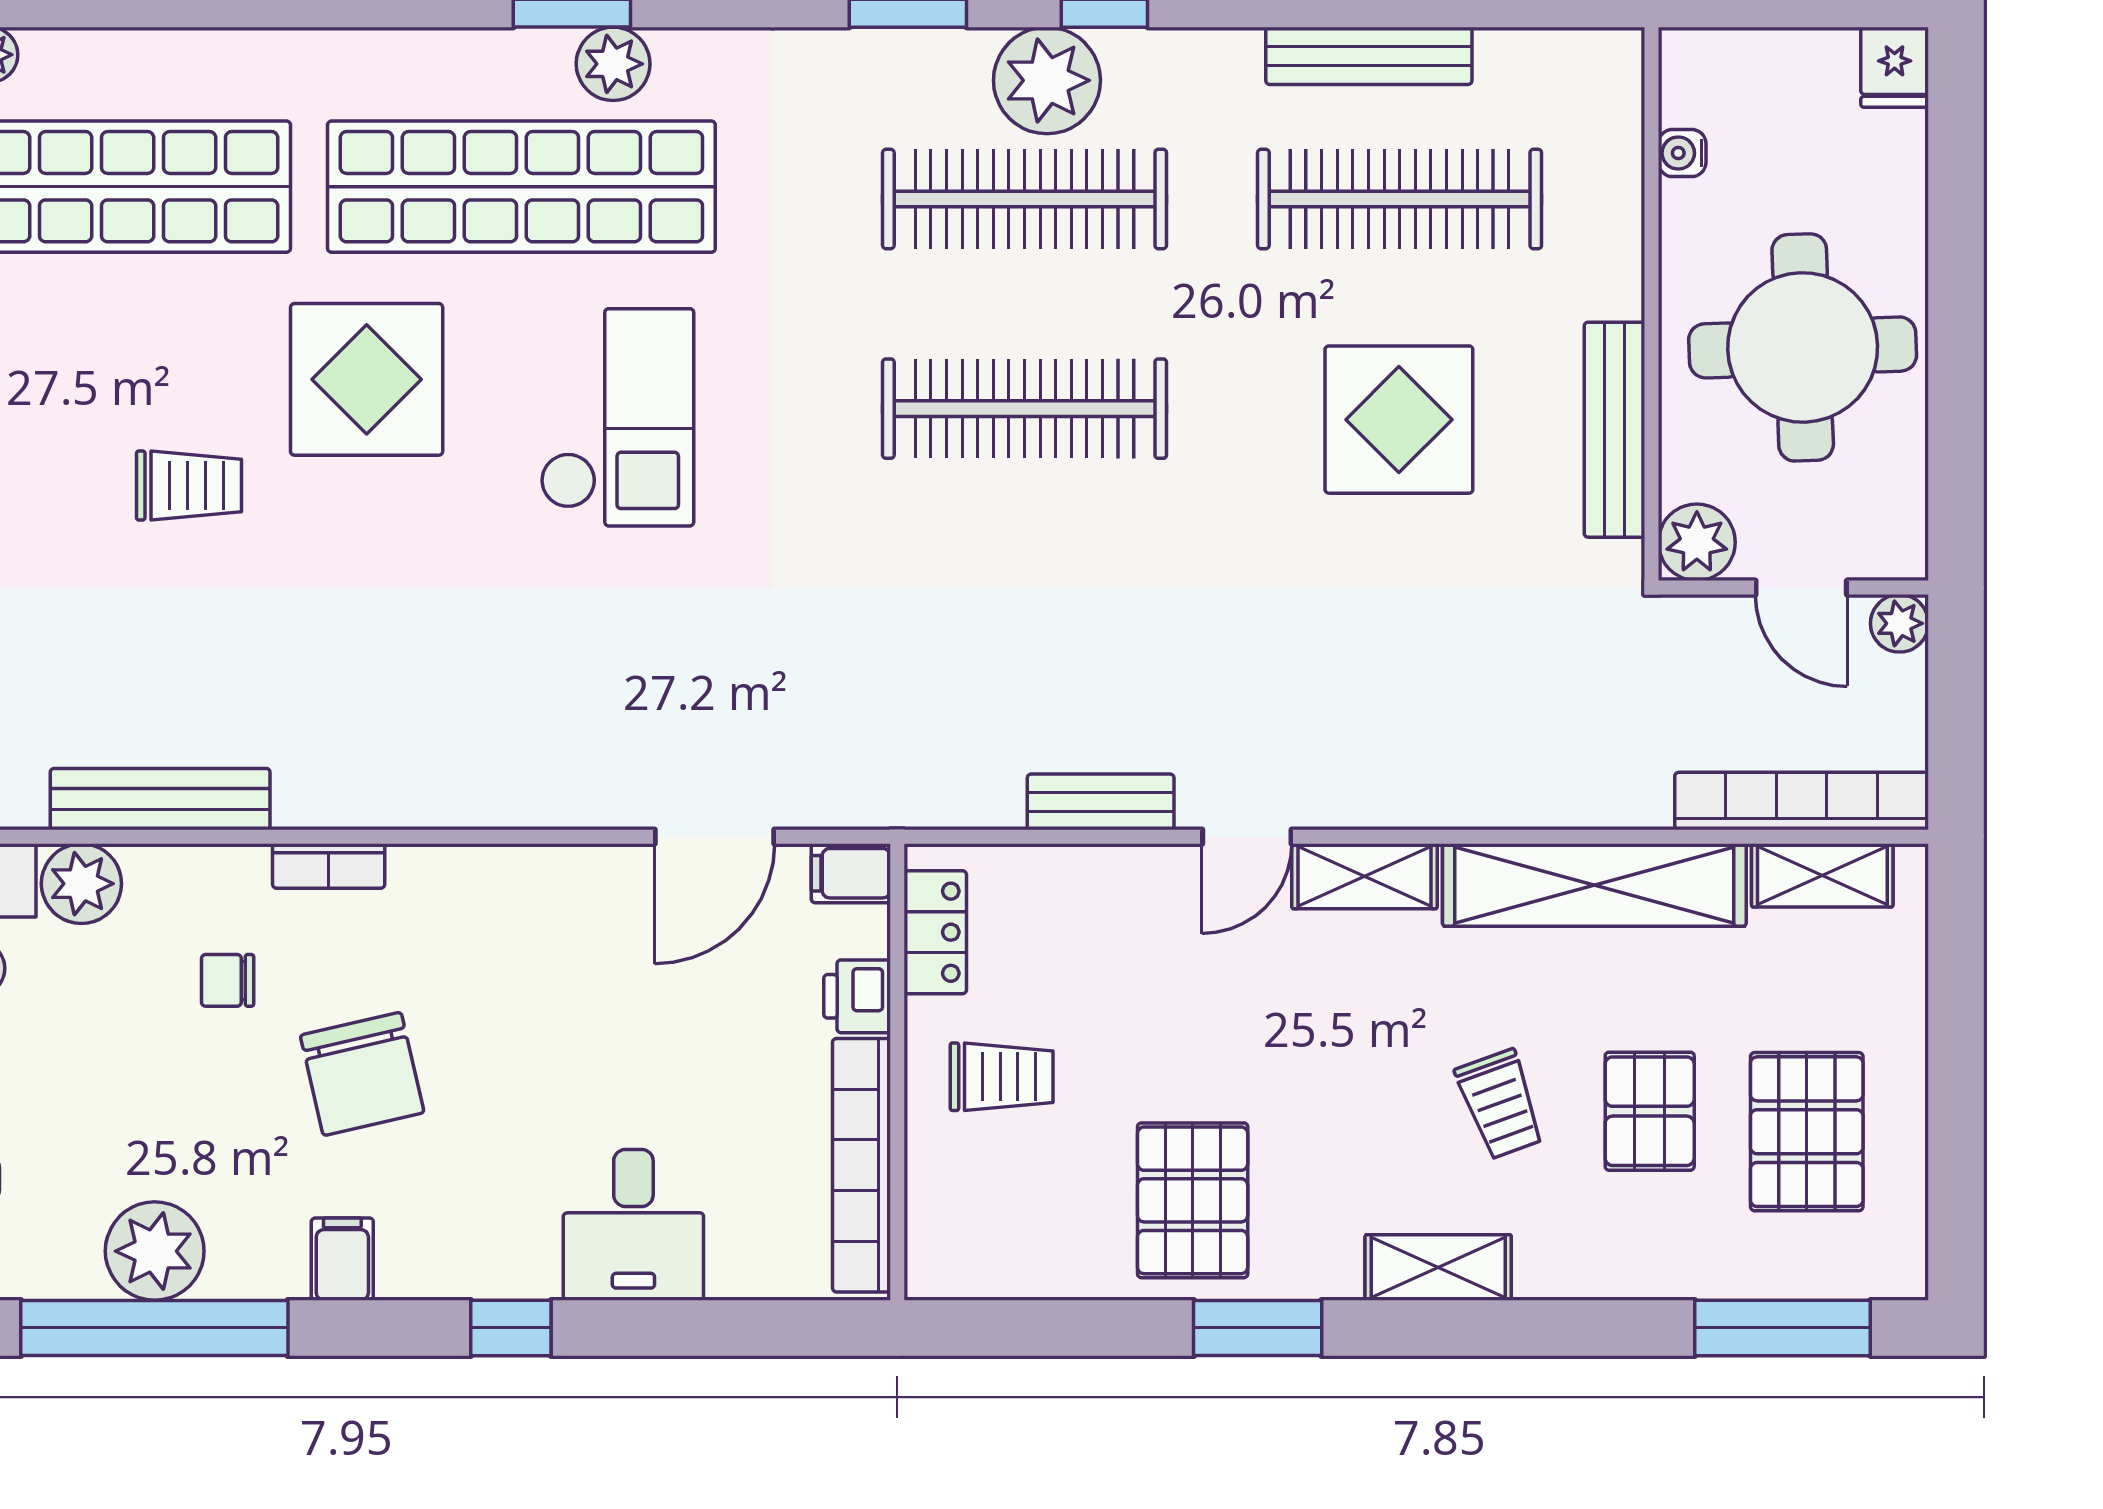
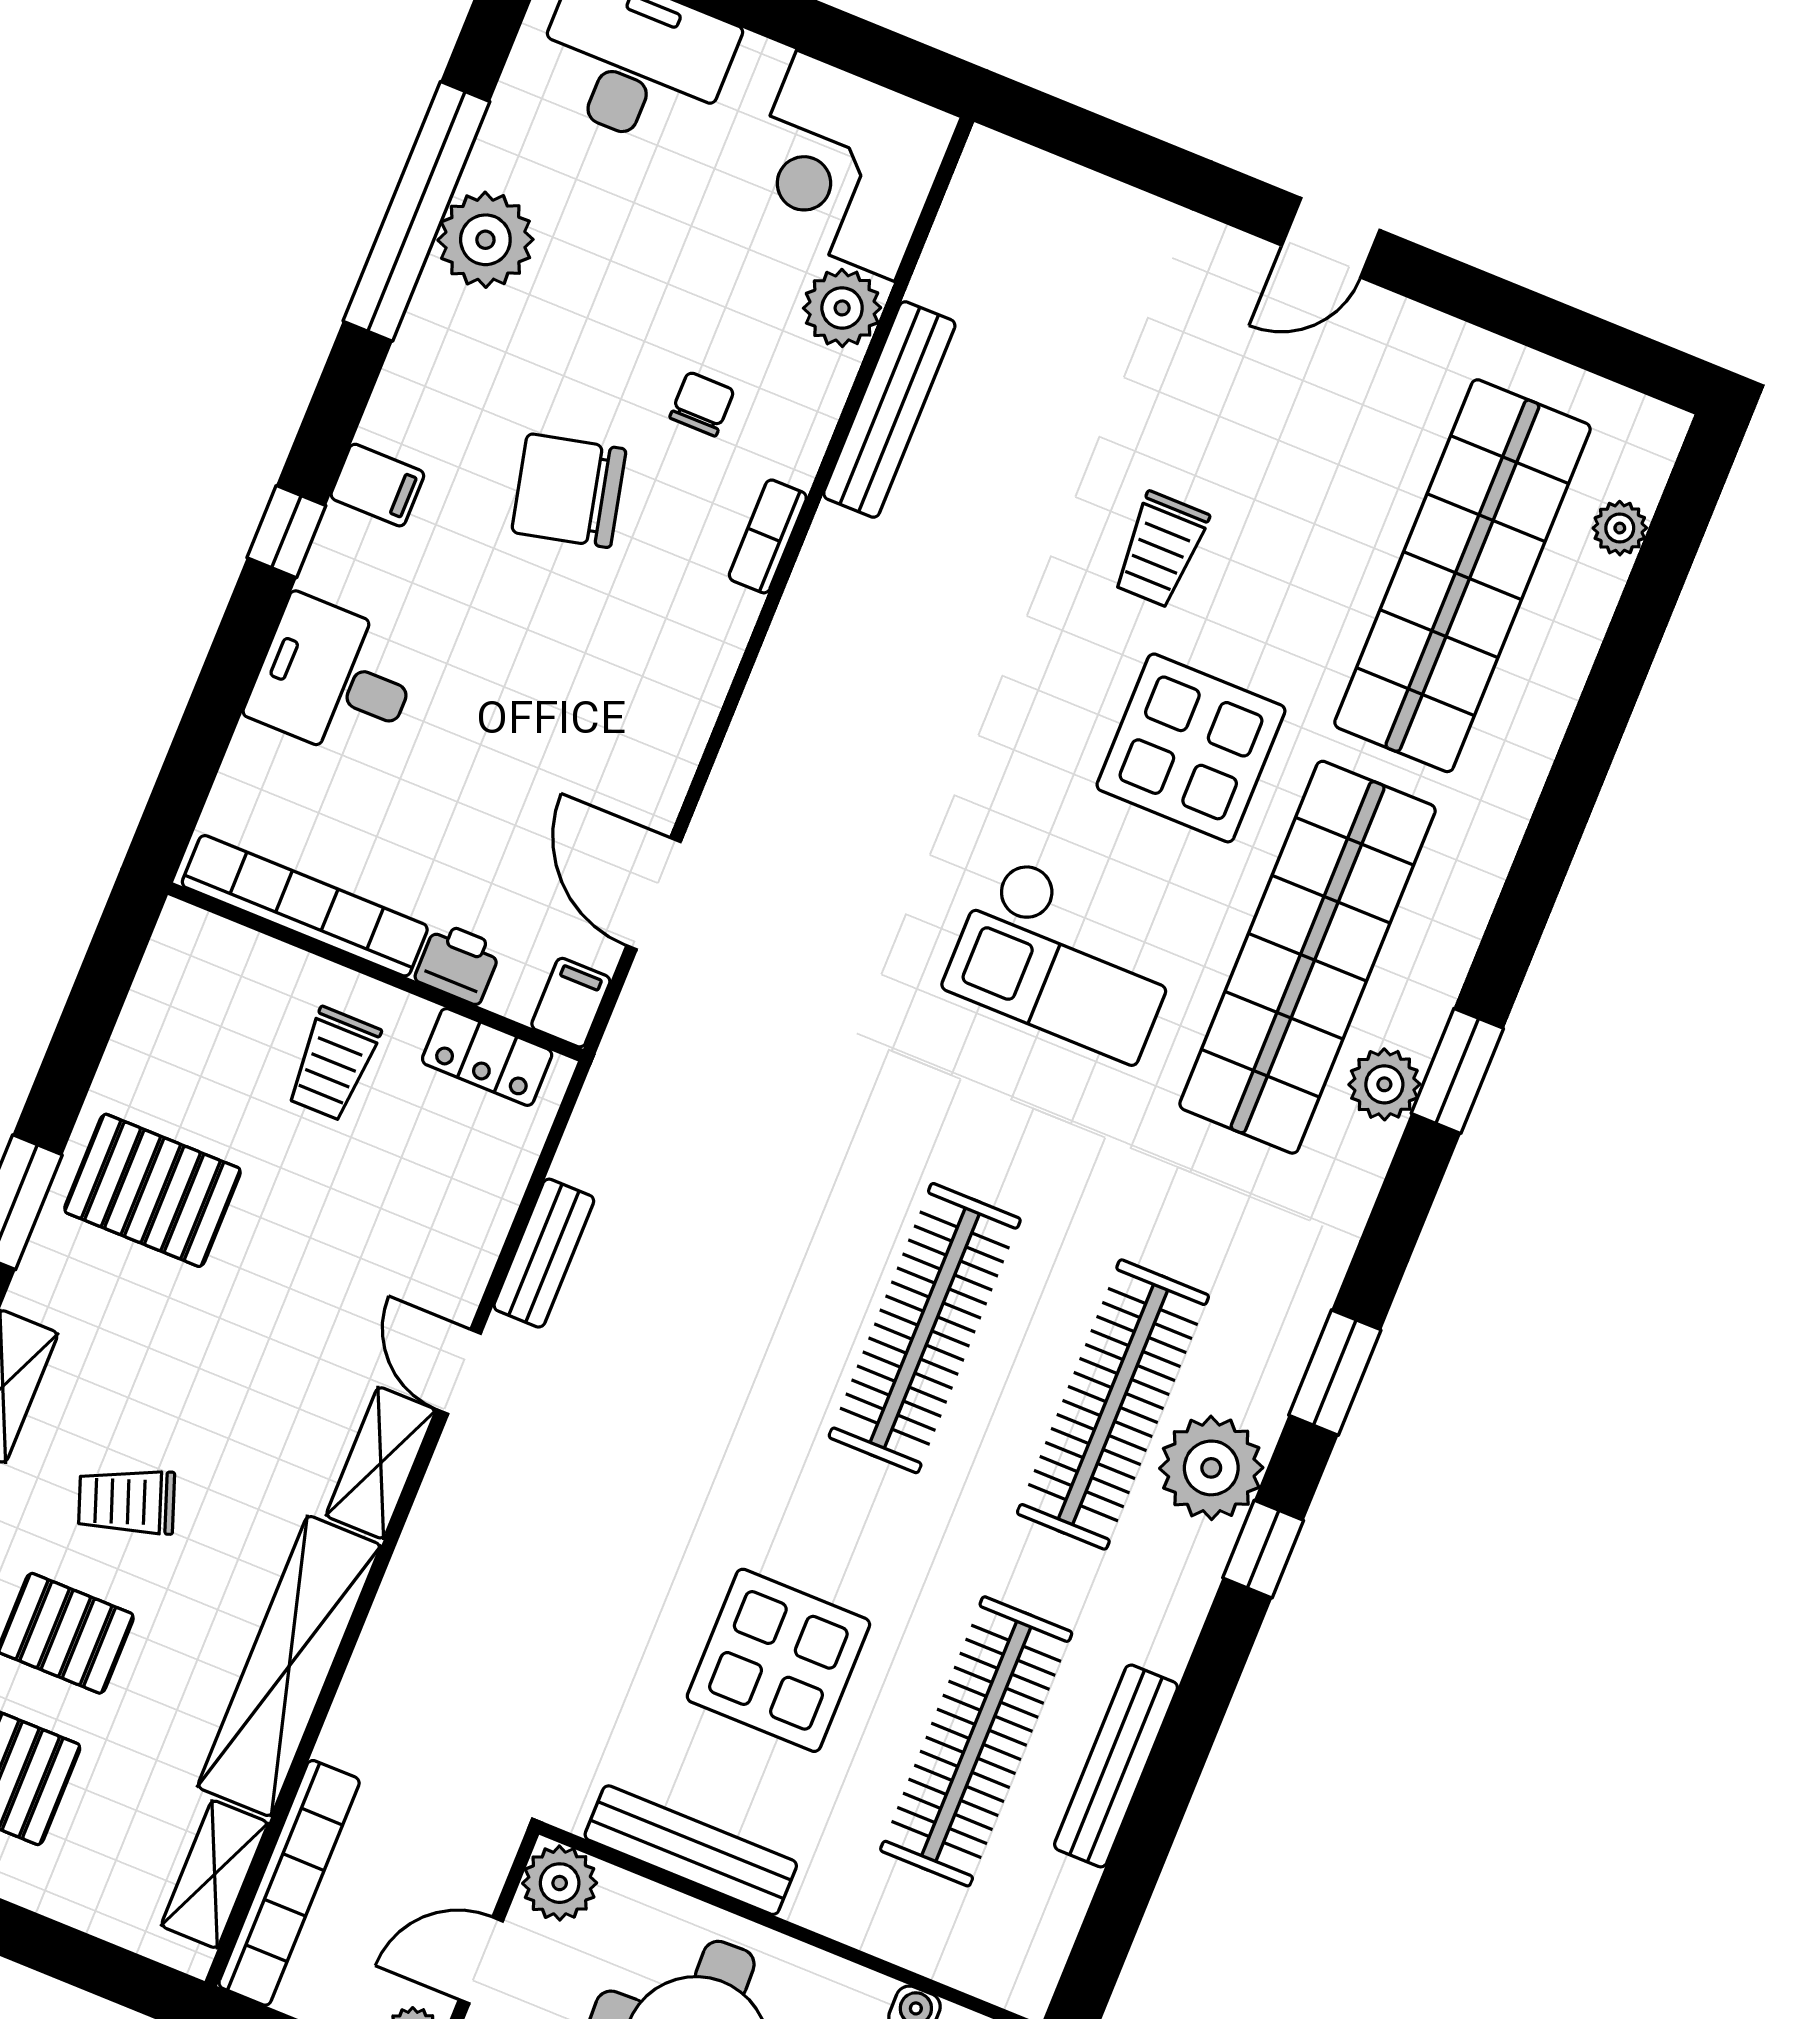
filing cabinet: (342, 1259) -> (377, 485), moved

